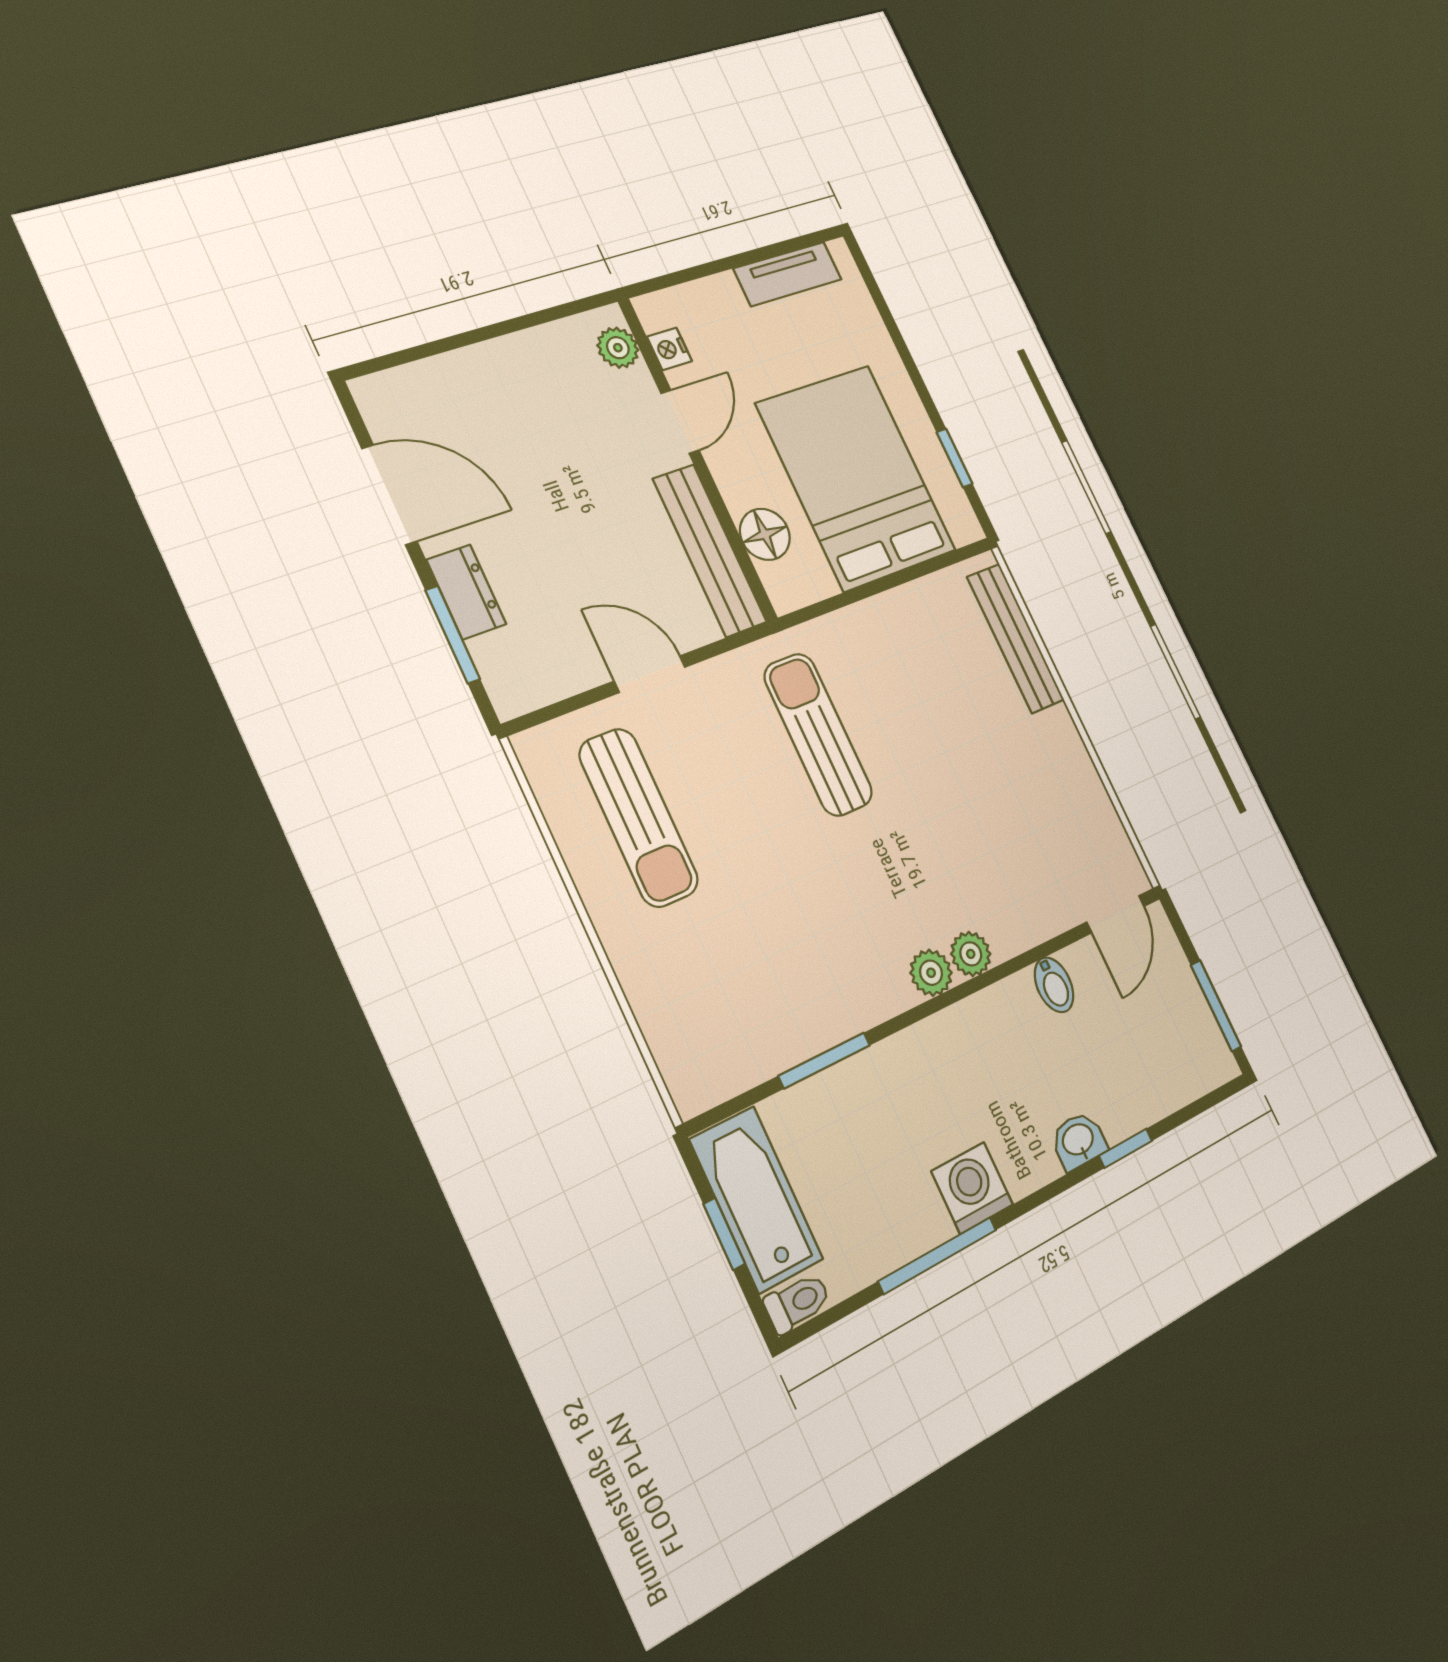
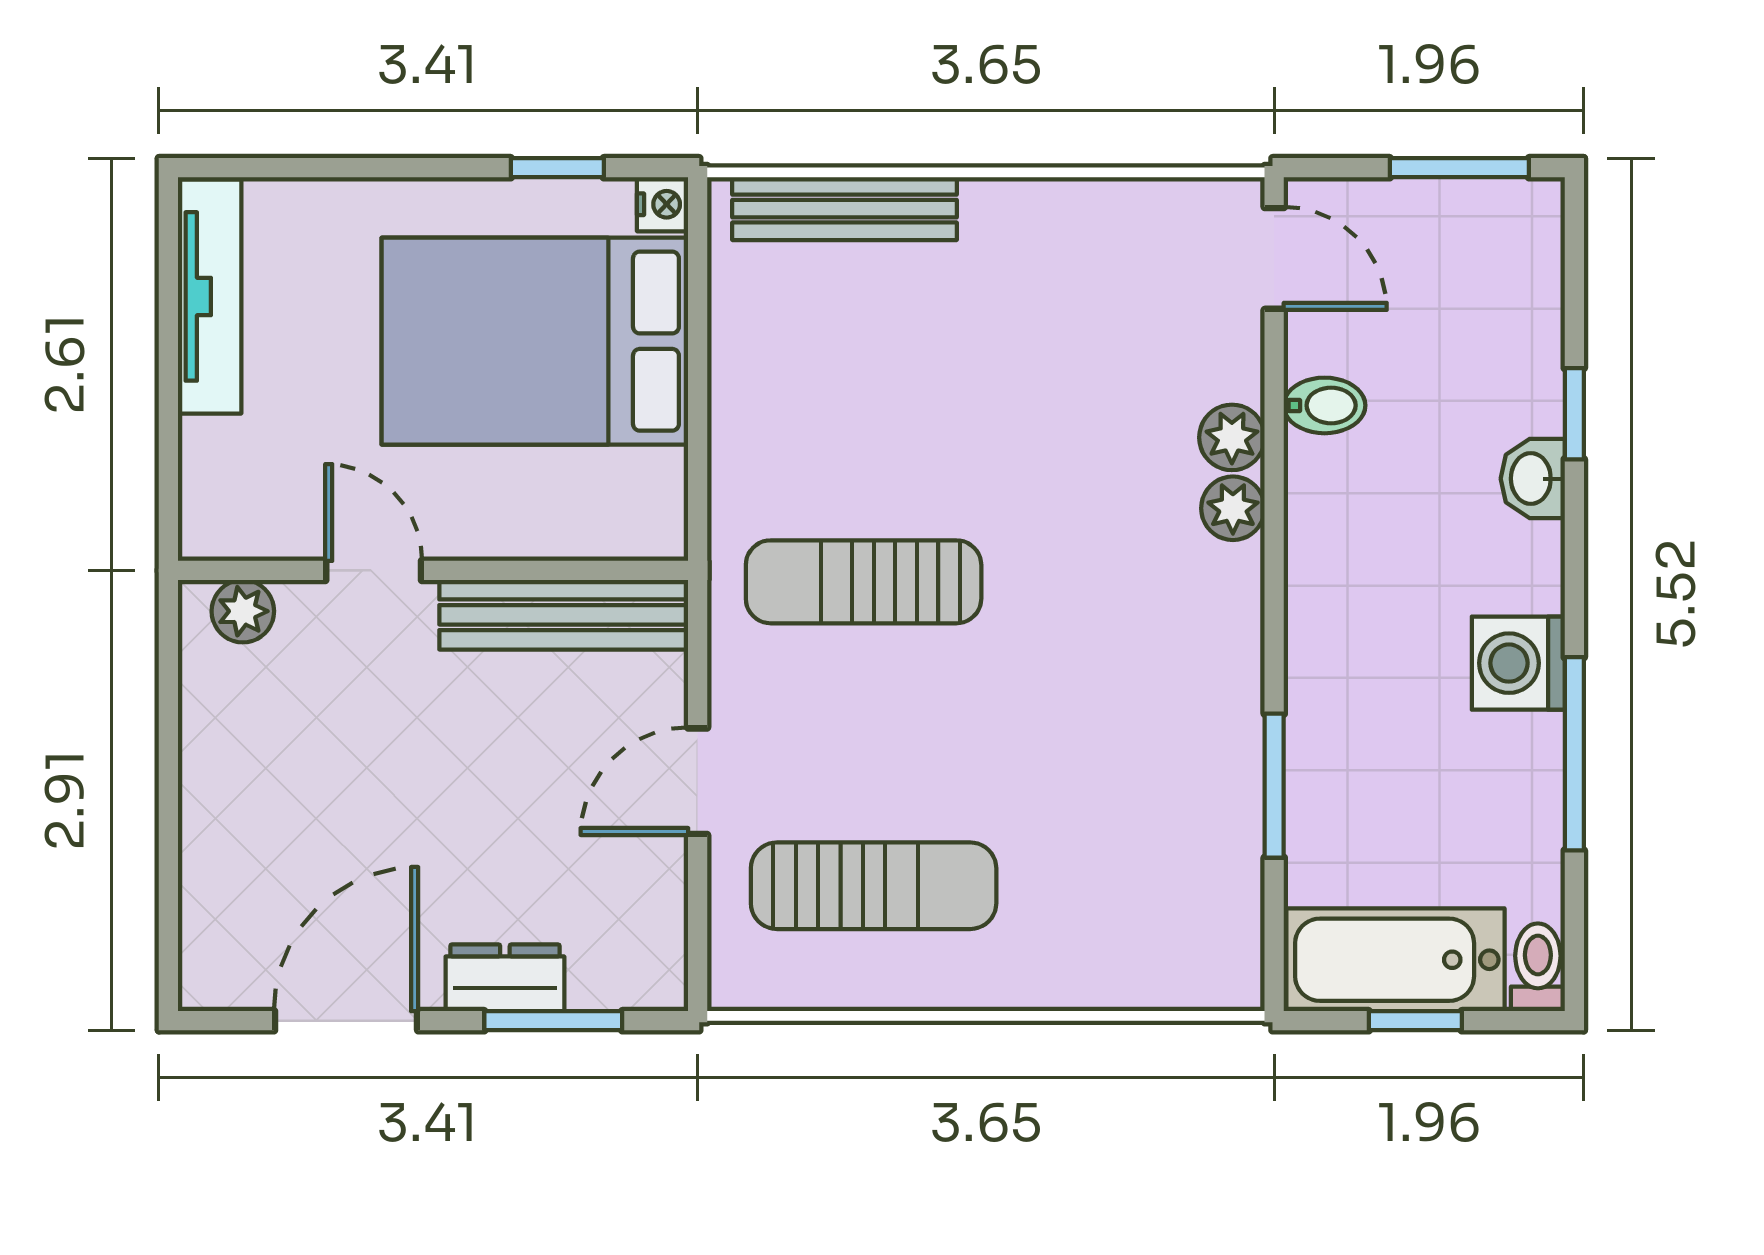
tv unit: (788, 274) -> (210, 296), width x1.41
nightstand: (669, 349) -> (663, 204), moved, turned -90
floor lamp: (765, 534) -> (569, 522), removed
plant: (931, 973) -> (1232, 437), moved

